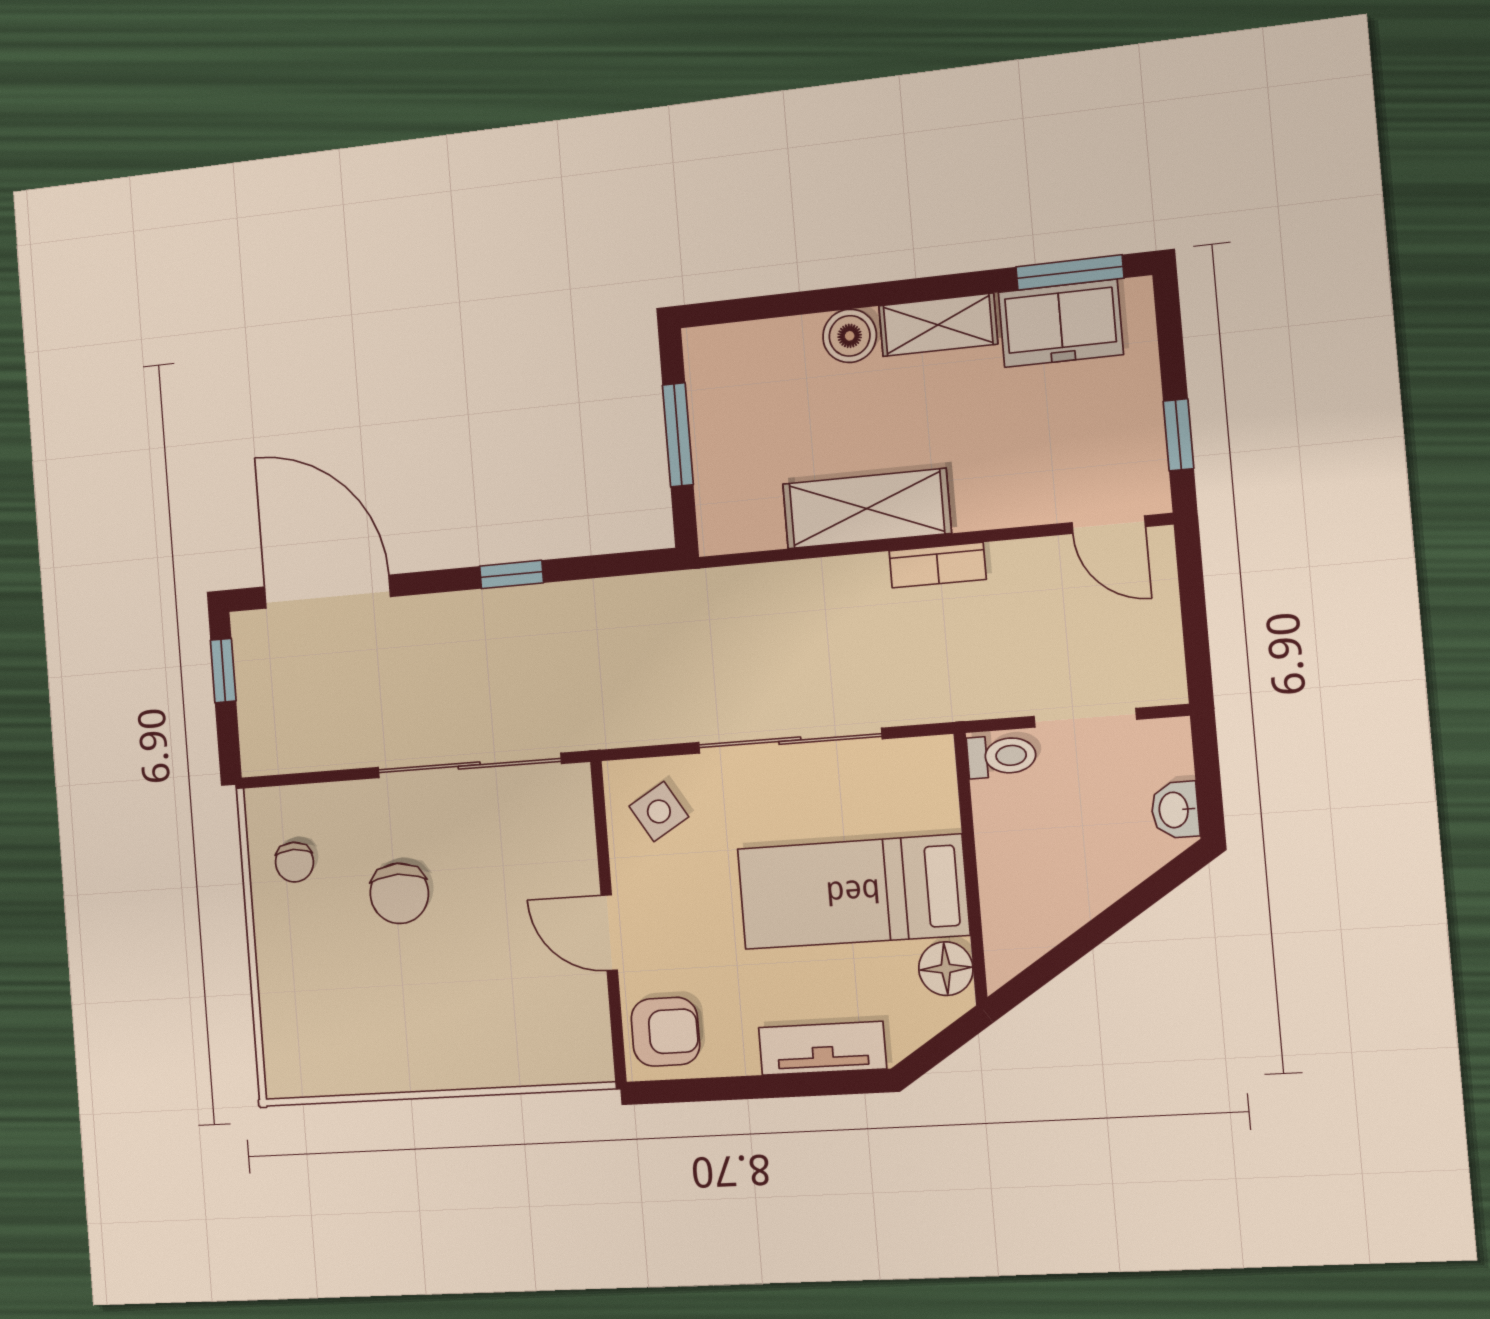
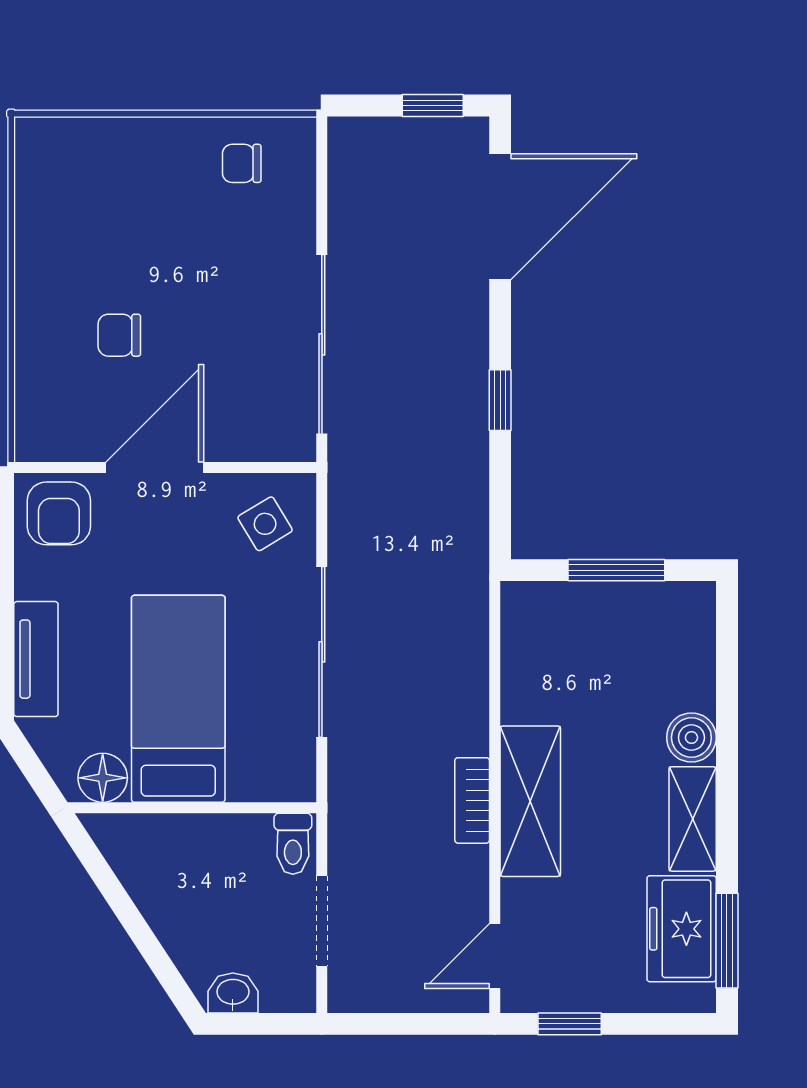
shelving: (867, 509) -> (530, 801), moved
chair: (399, 893) -> (119, 335), moved, width x0.73, depth x0.73
door: (609, 933) -> (155, 467), width x1.38

